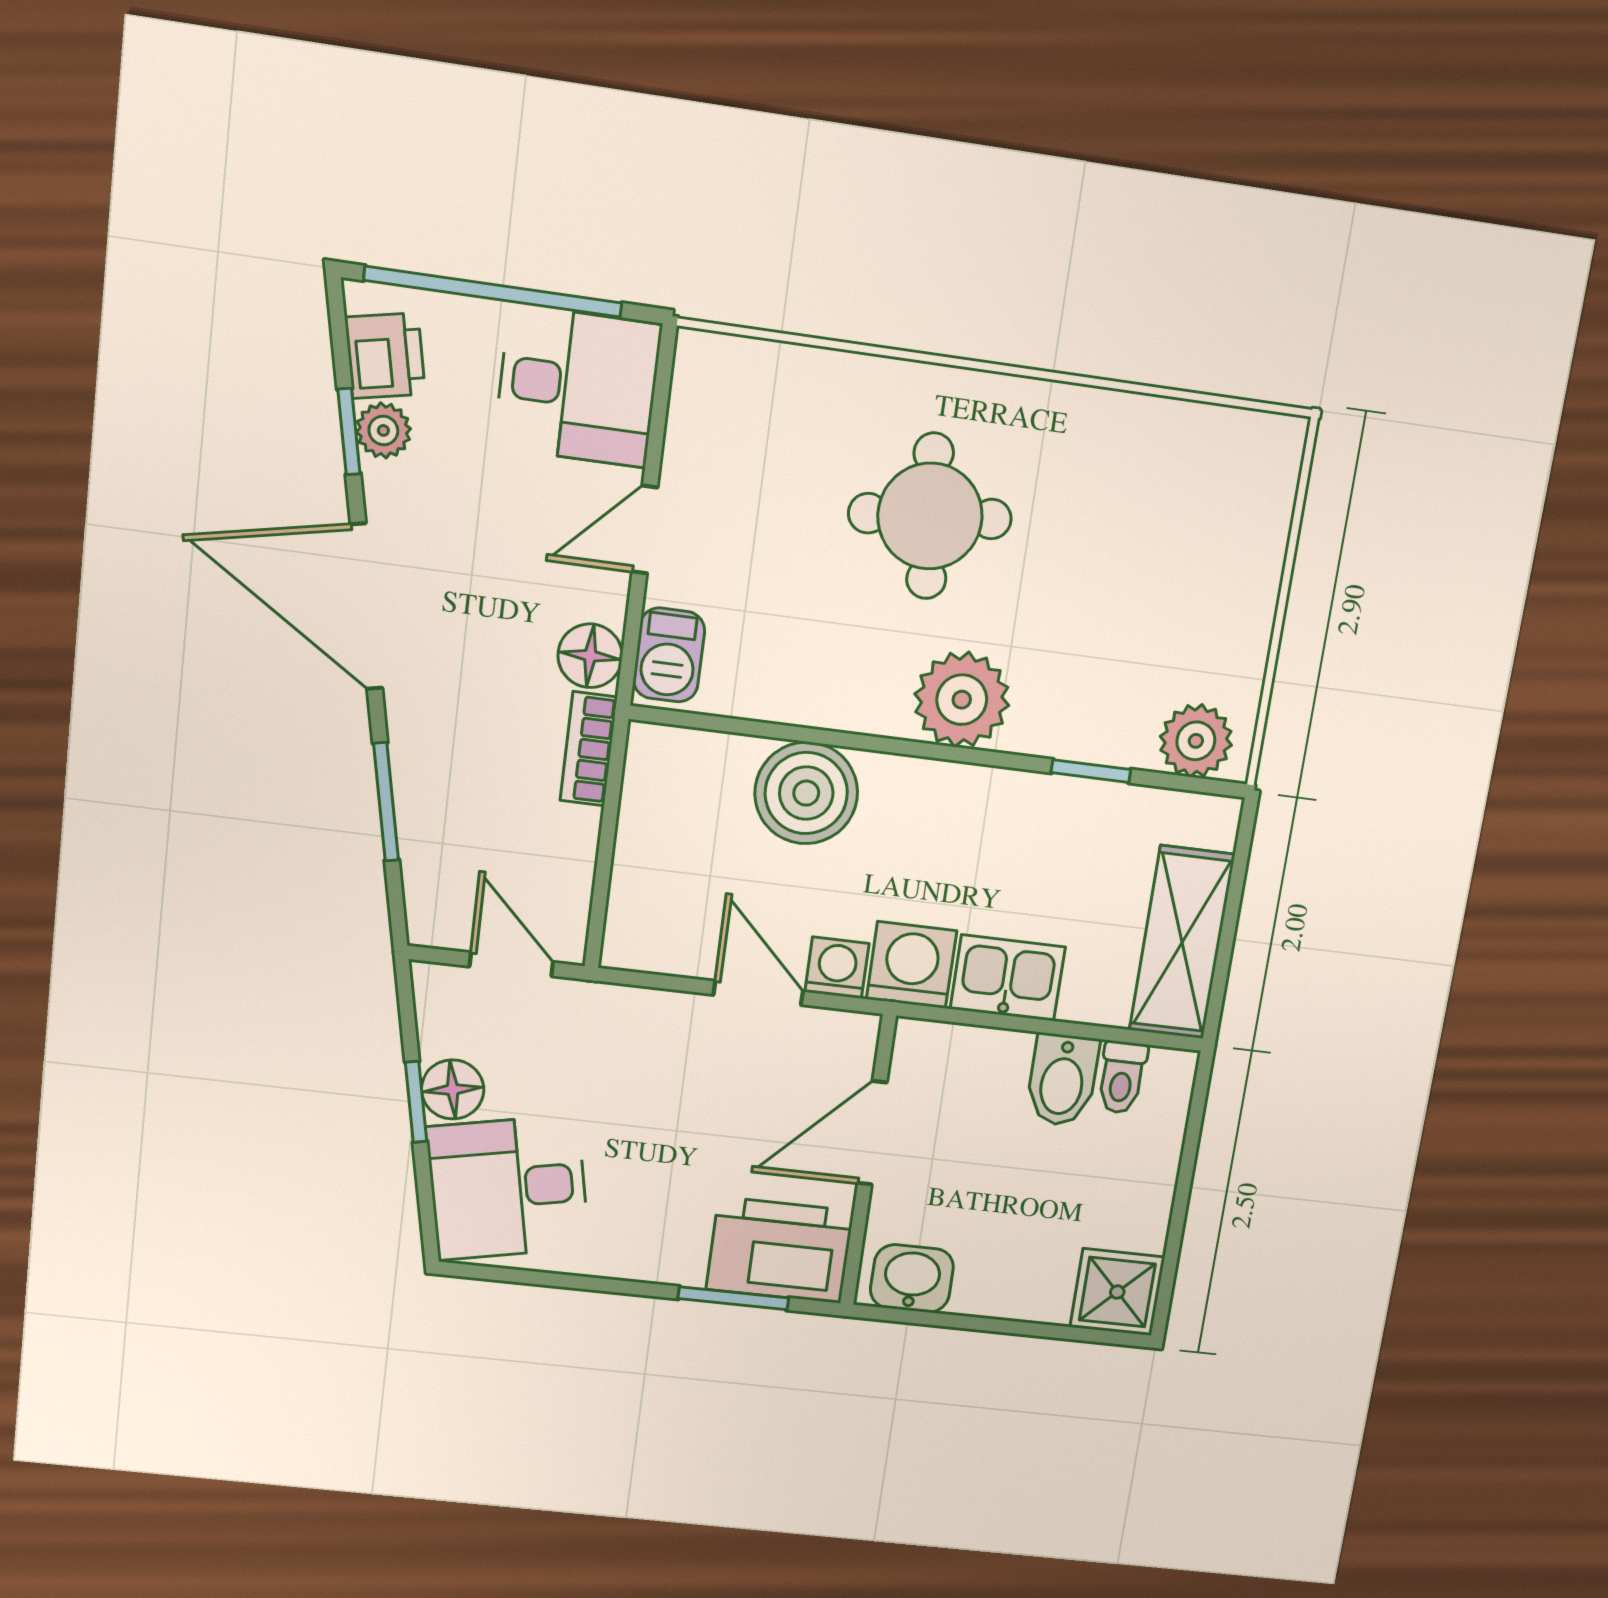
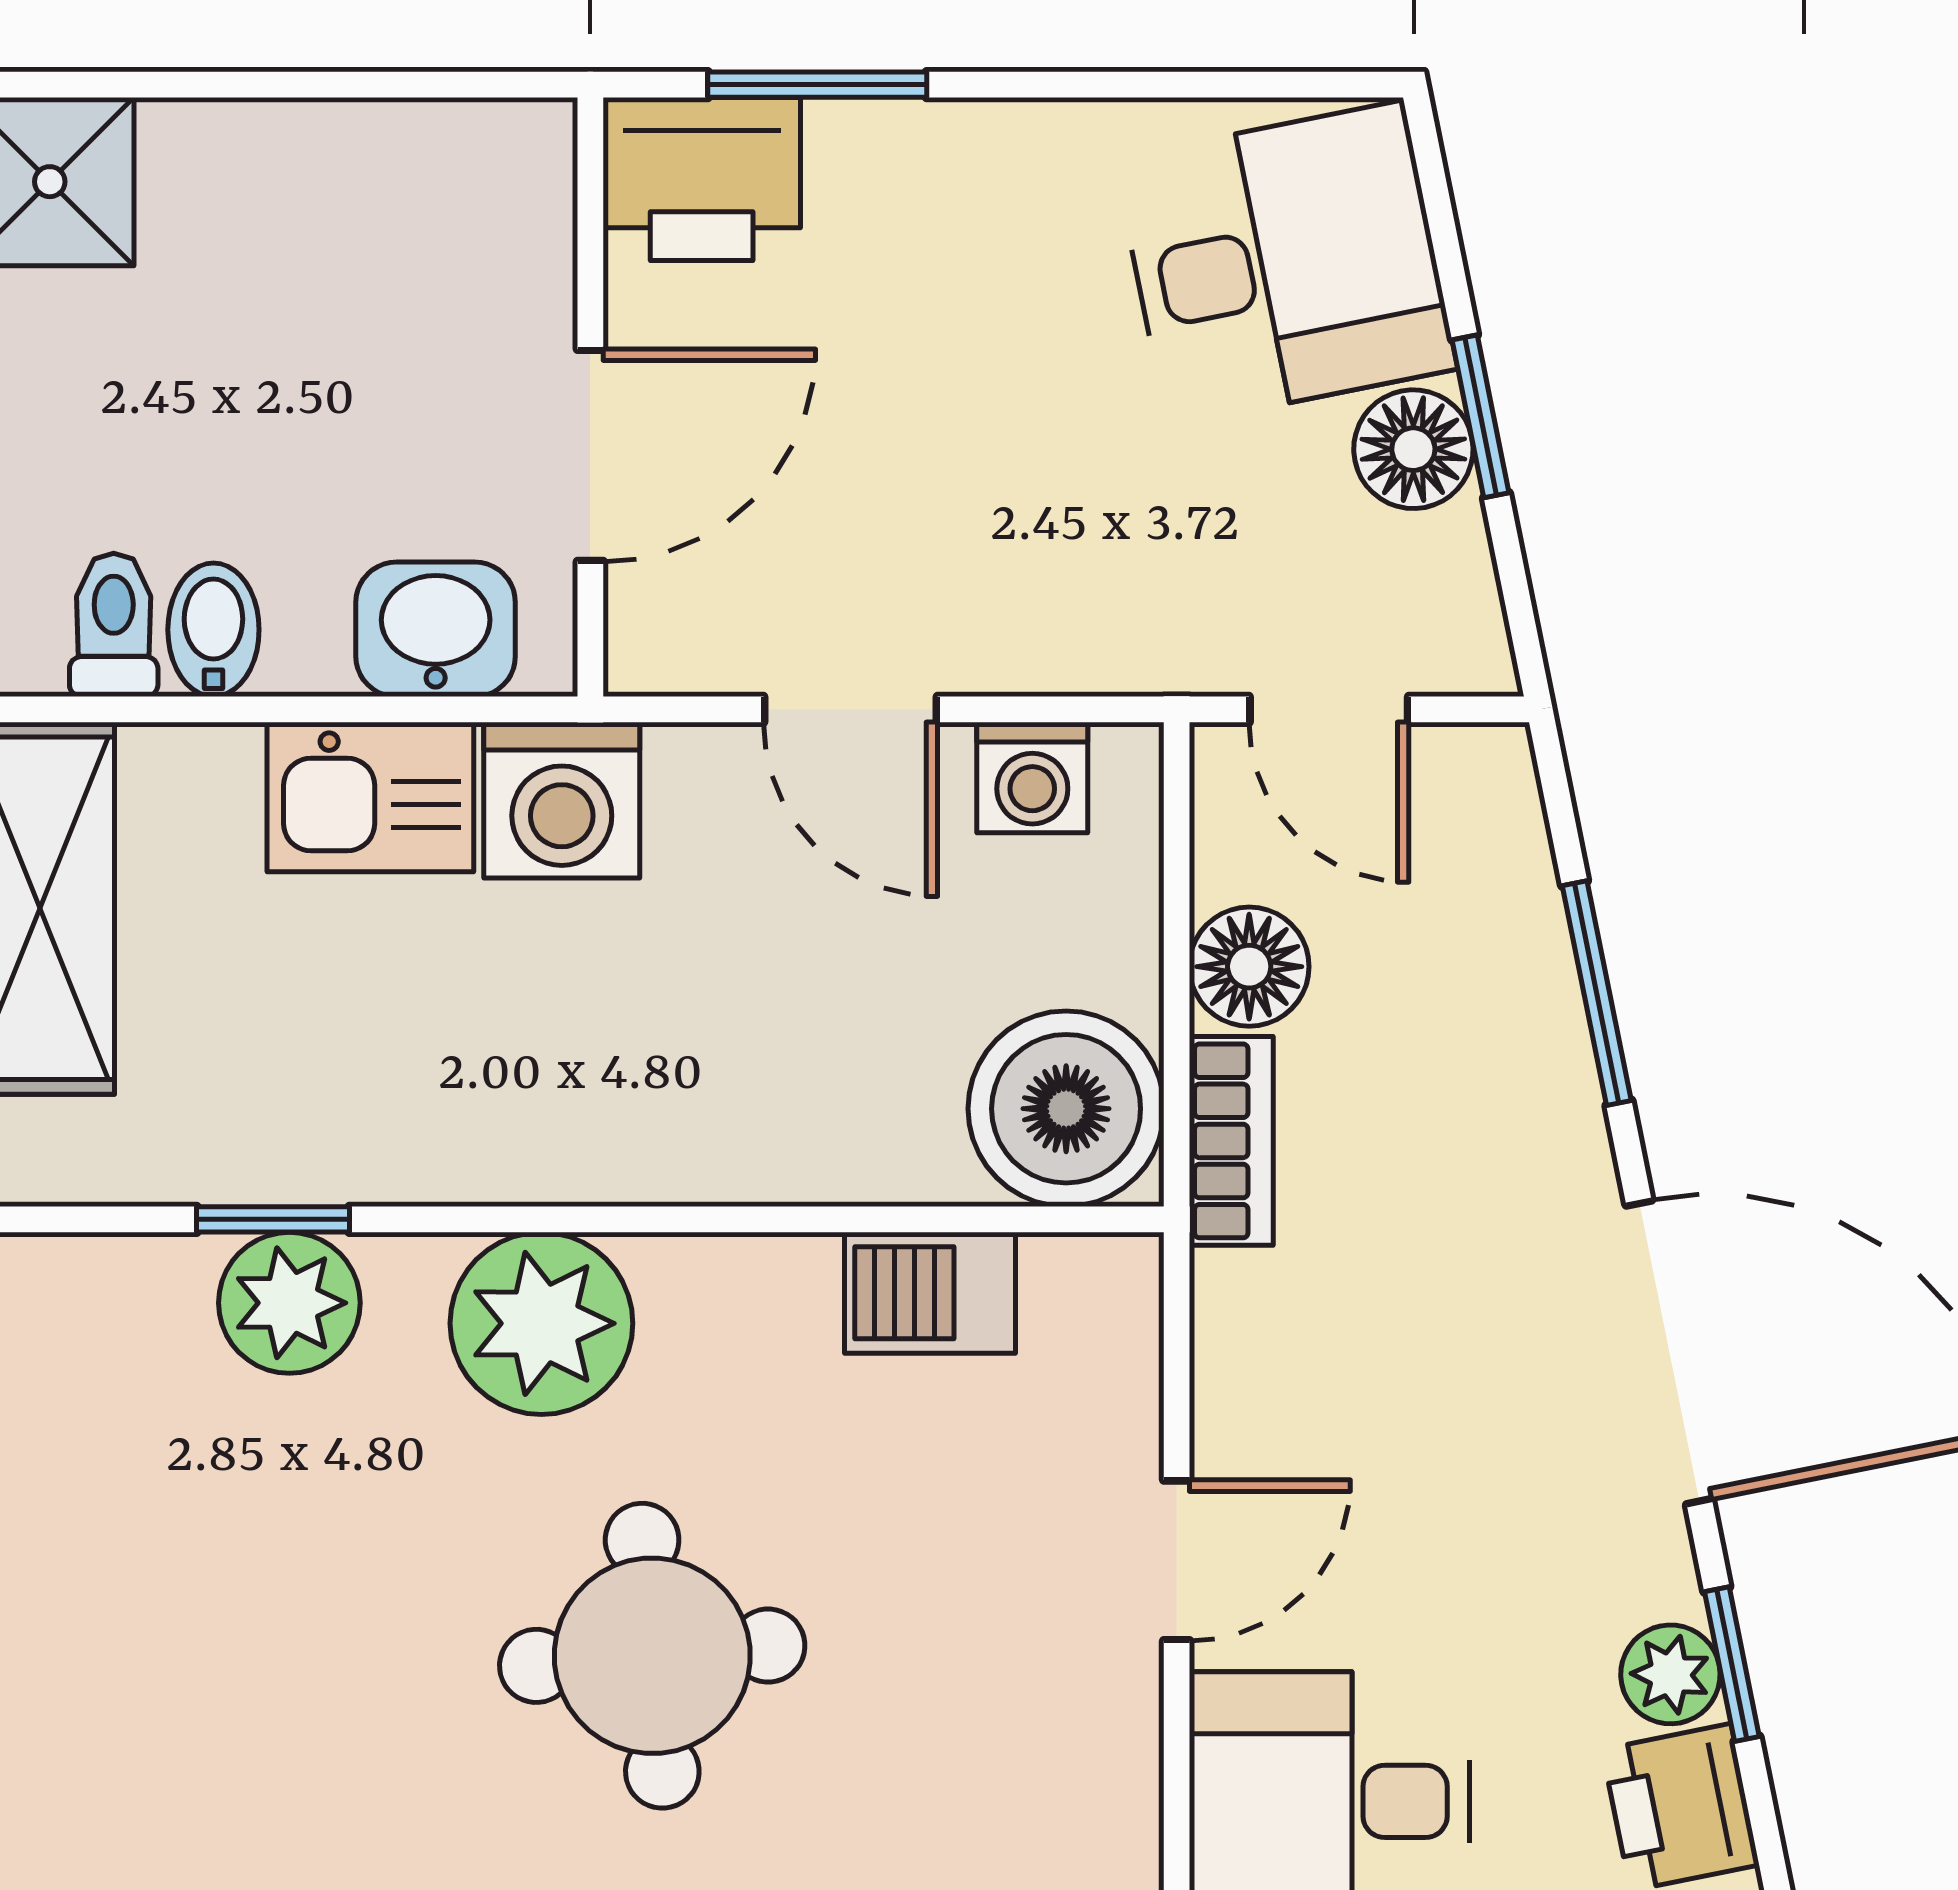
barbecue: (669, 655) -> (930, 1293), moved, turned -90
floor lamp: (590, 656) -> (1249, 967), moved
plant: (1196, 741) -> (289, 1303), moved
boiler: (806, 793) -> (1066, 1109), moved
washing machine: (837, 968) -> (1032, 778), moved
bidet: (1062, 1080) -> (213, 630), width x0.72, depth x0.74
printer: (780, 1250) -> (702, 179), width x0.73, depth x0.84
washbasin: (912, 1278) -> (436, 629), moved, turned 180

